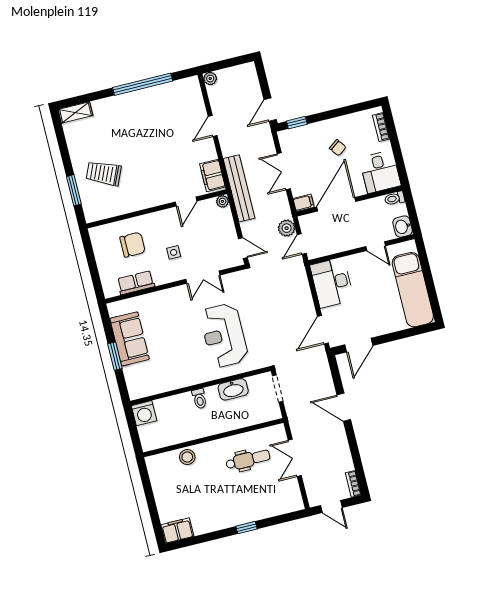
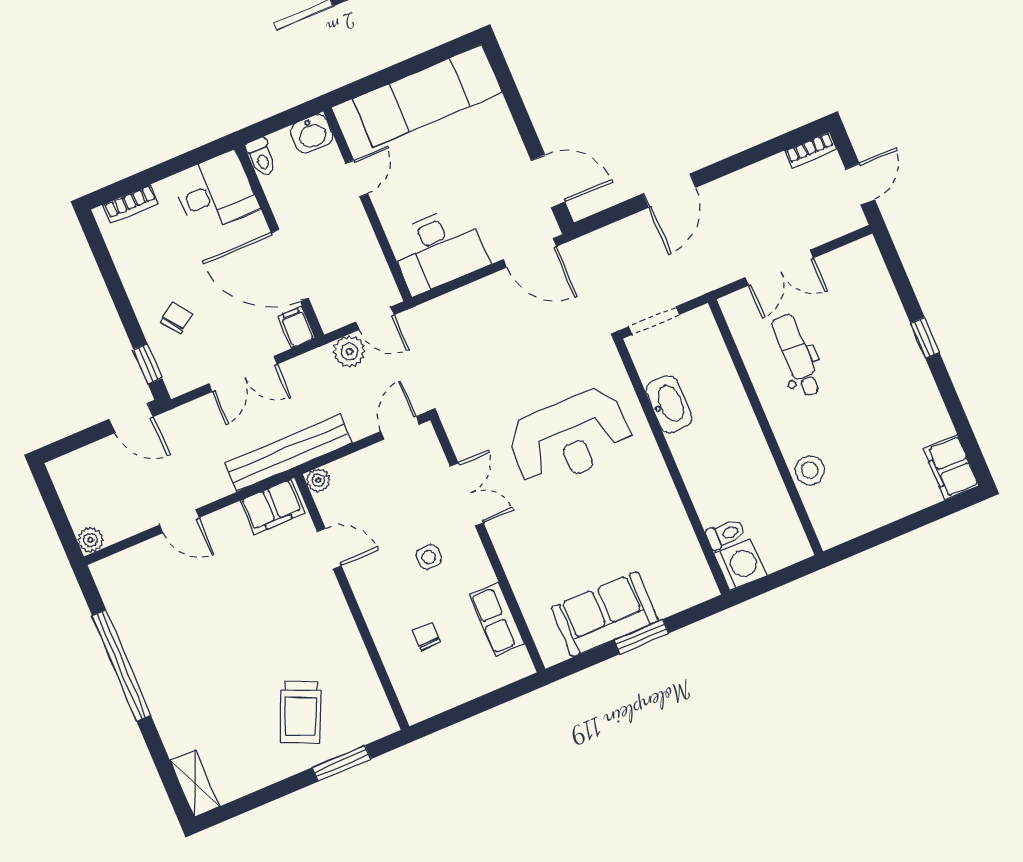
chair: (338, 148) -> (176, 318), moved
chair: (133, 245) -> (426, 637), width x0.54, depth x0.54
toilet: (199, 399) -> (726, 534), moved

